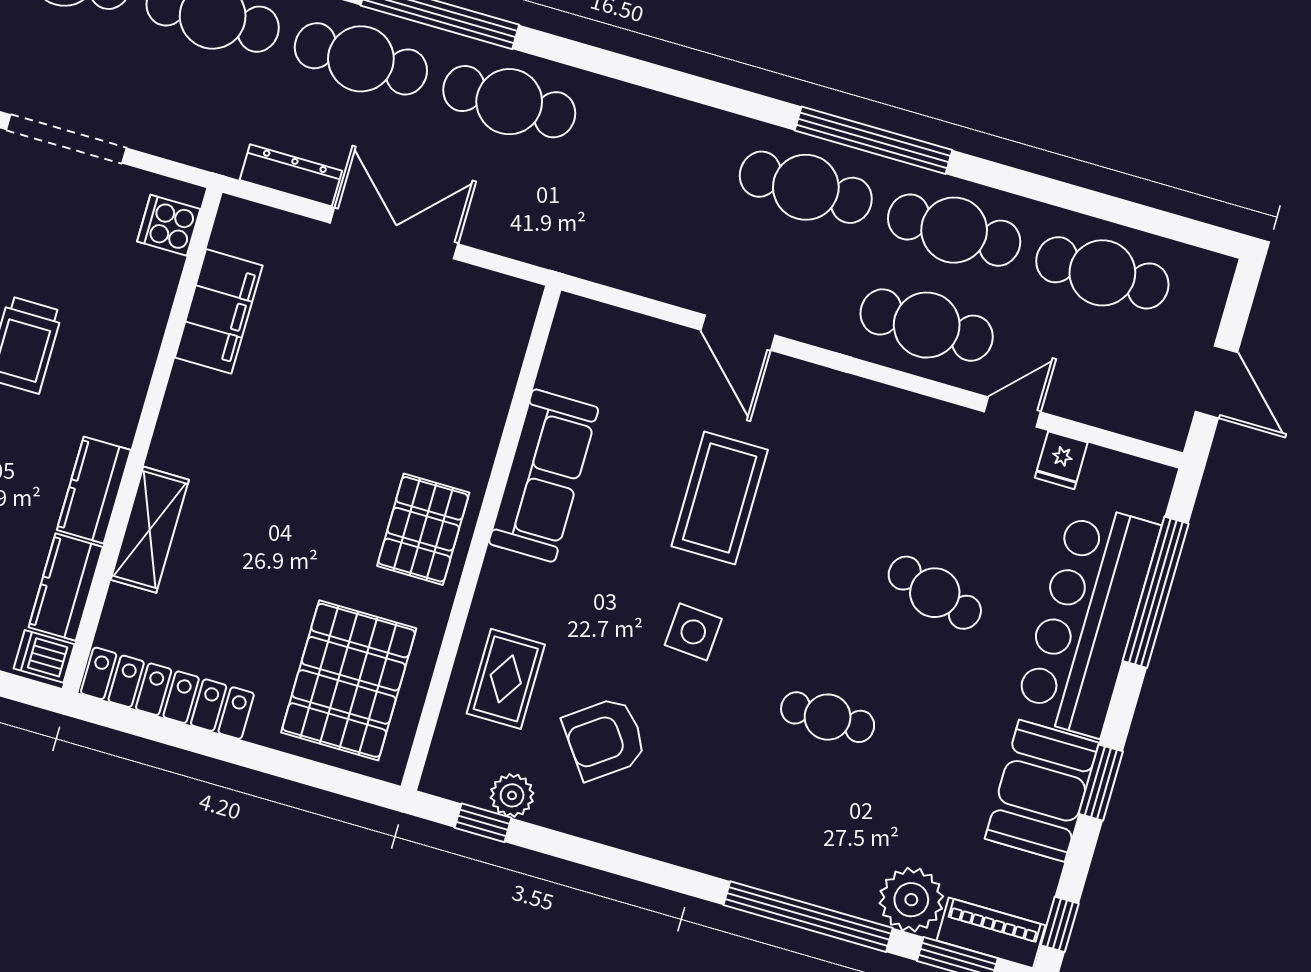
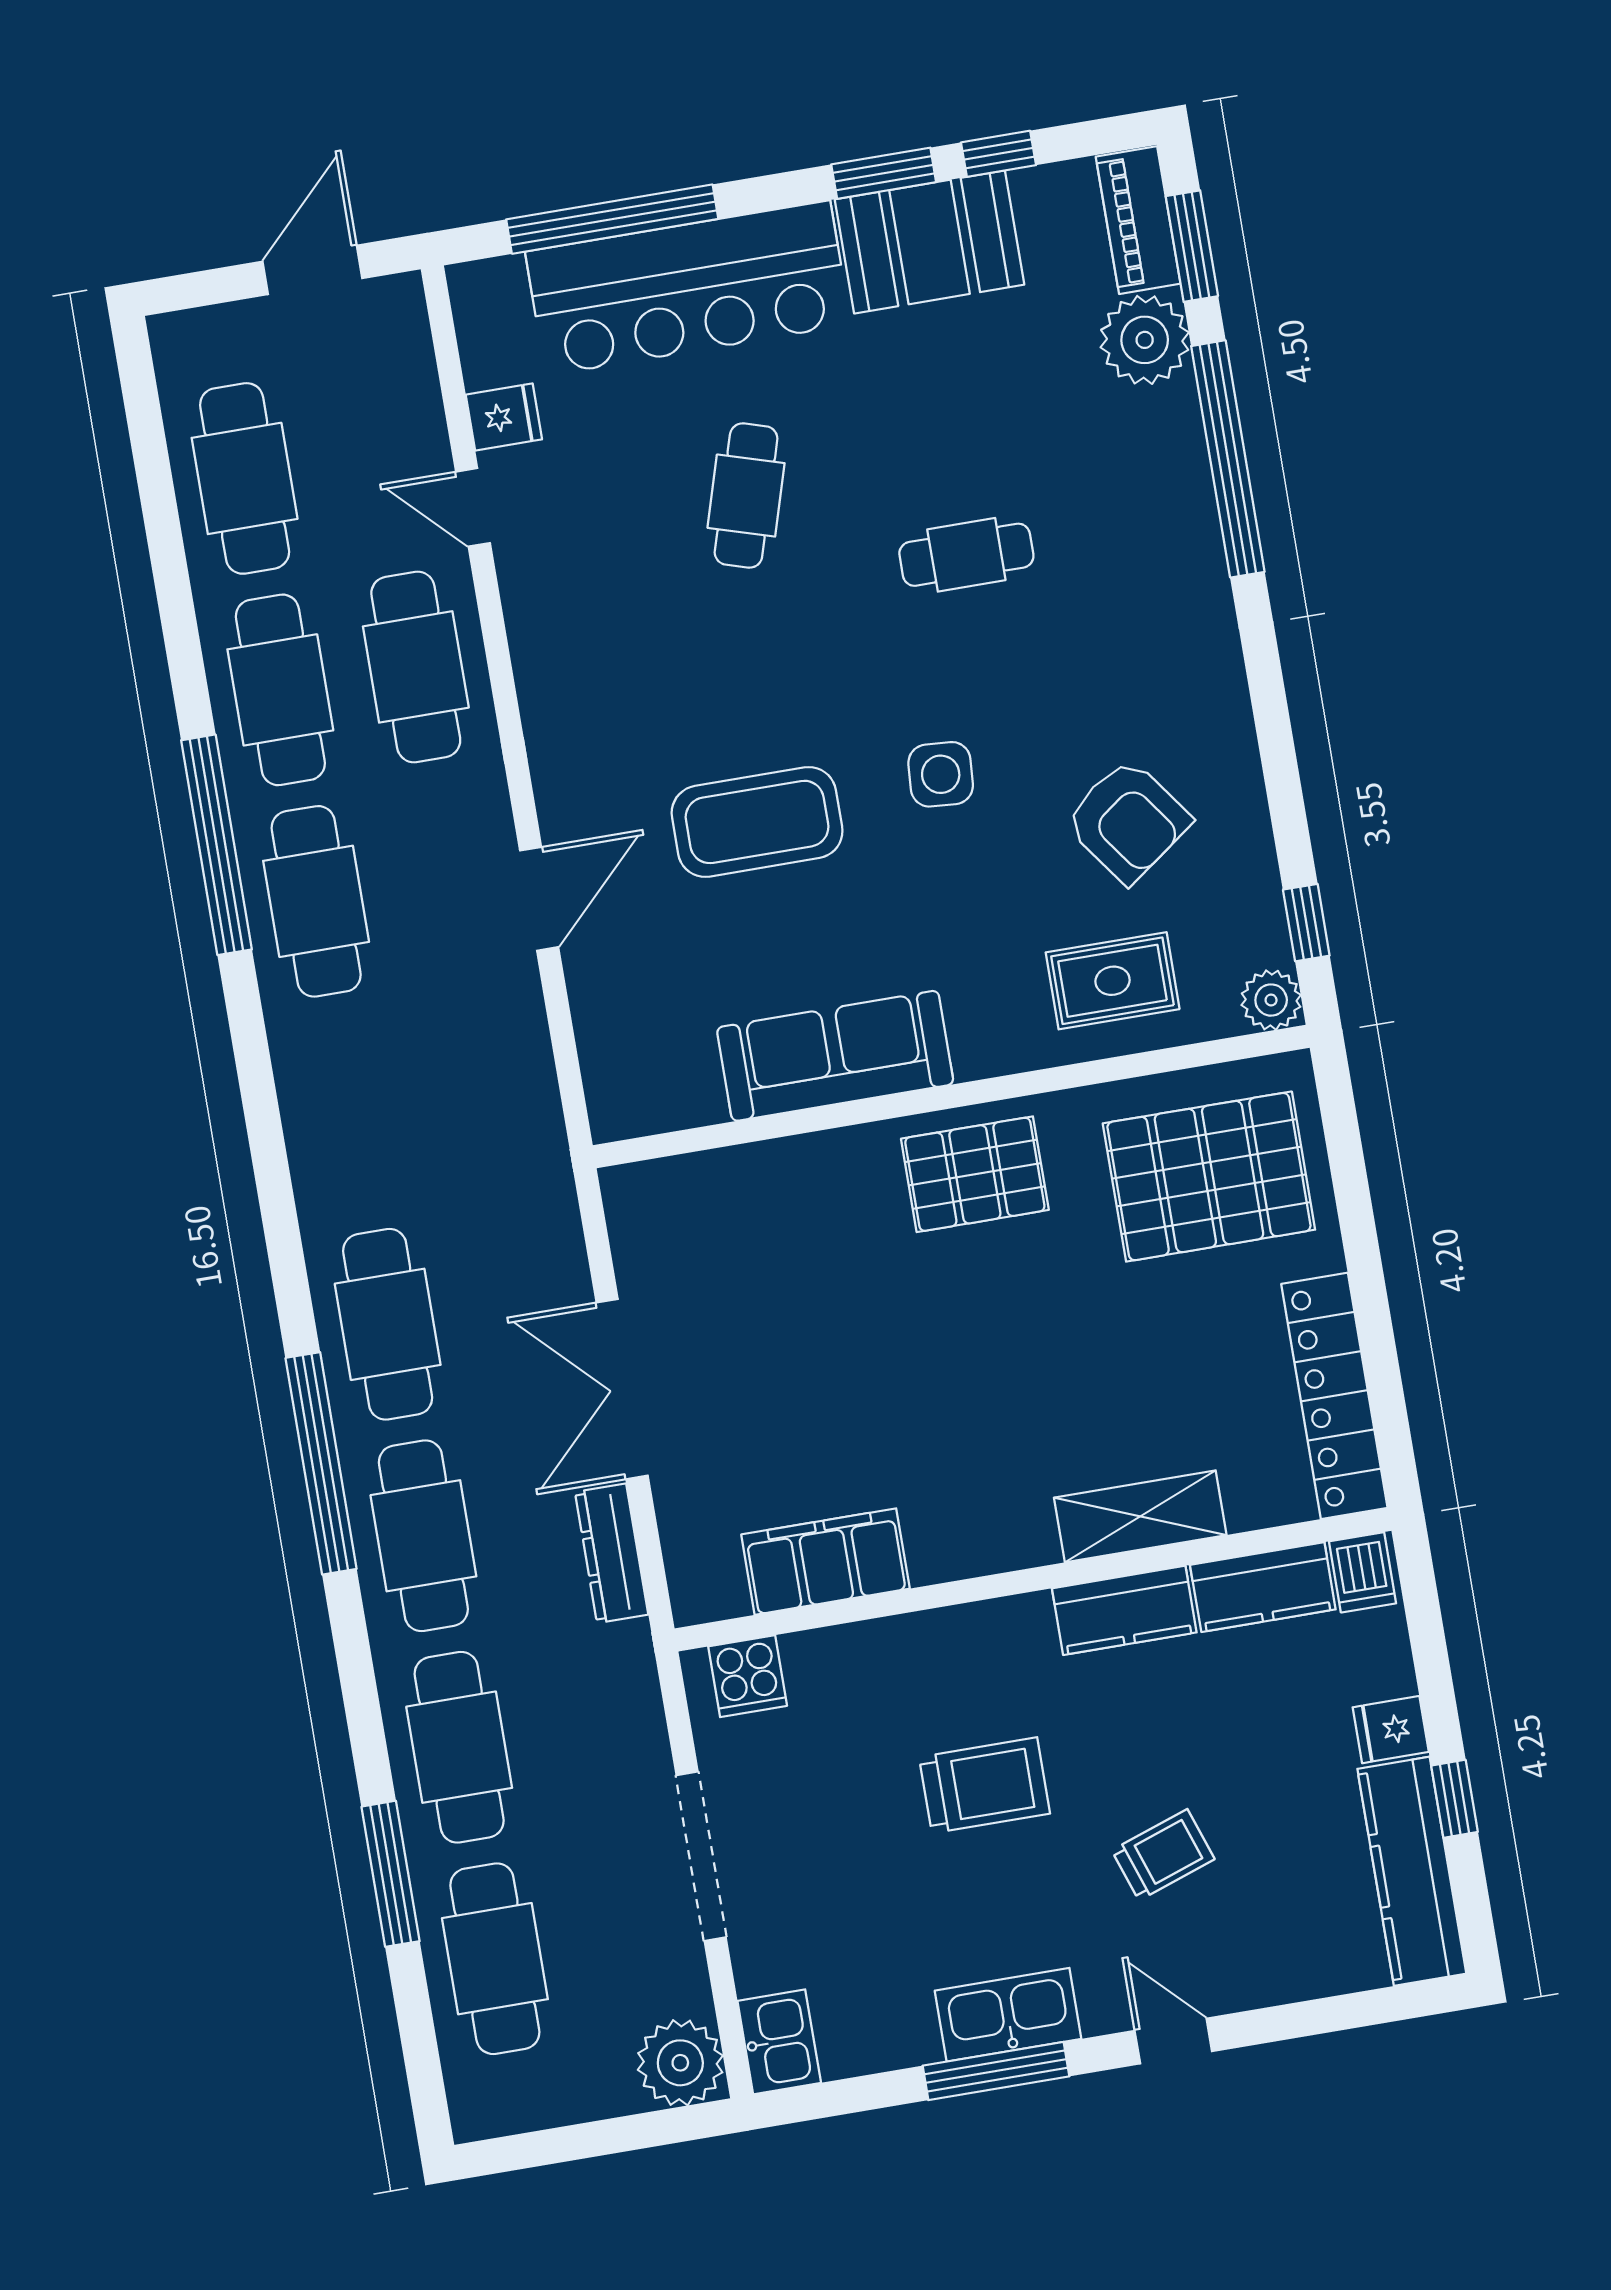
cafe table: (828, 717) -> (966, 555), turned 90
plant: (512, 795) -> (1271, 1000), moved
window: (1060, 924) -> (999, 154), moved

